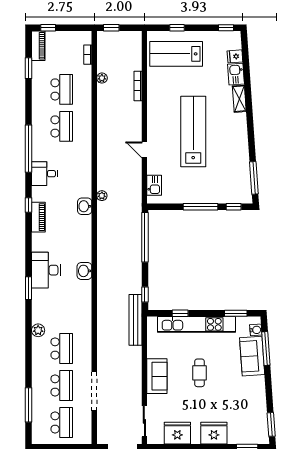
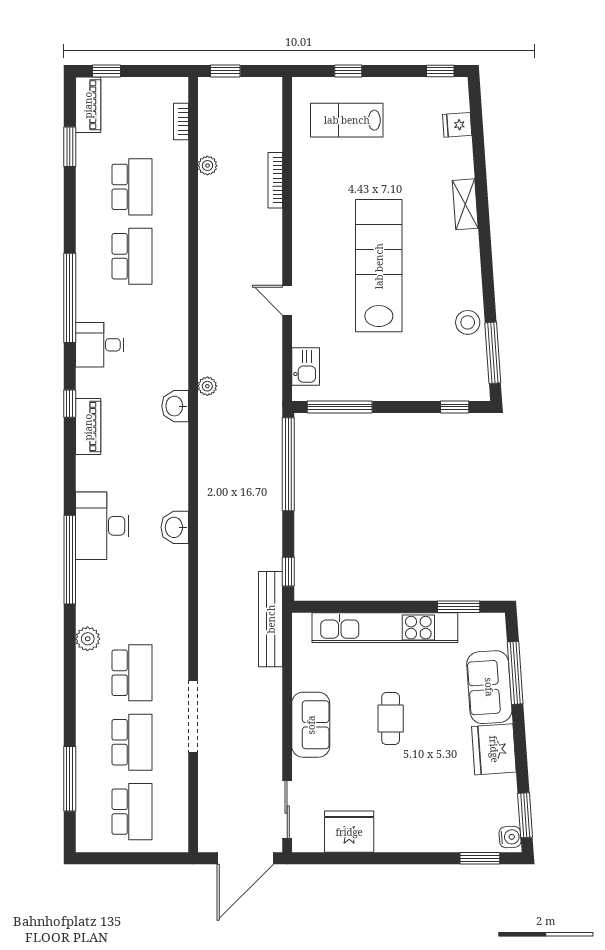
lab bench: (176, 54) -> (347, 120), width x0.73, depth x0.72
kitchen sink: (236, 74) -> (459, 158), removed
stool: (241, 162) -> (468, 322), added
window: (201, 207) -> (340, 407), moved
window: (28, 288) -> (70, 560), width x2.11
window: (180, 313) -> (354, 607), removed
water cooler: (256, 330) -> (510, 837), moved
doorway: (94, 391) -> (193, 716), moved
fridge: (214, 433) -> (494, 749), moved, turned -94

